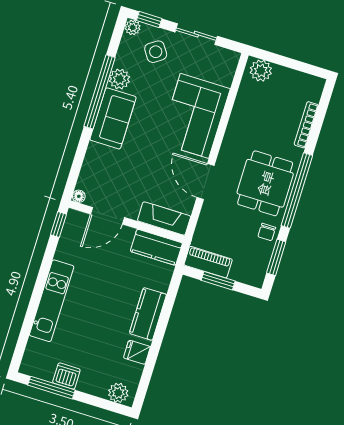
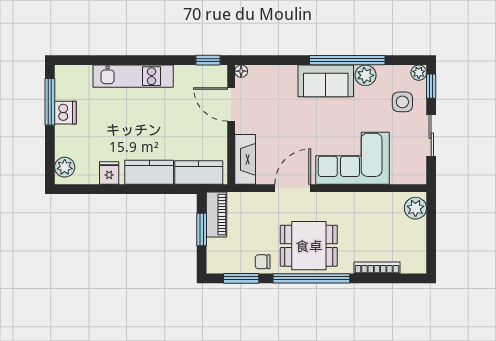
side table: (156, 52) -> (402, 102), turned 34
kitchen counter: (156, 247) -> (199, 172), moved, turned 90

